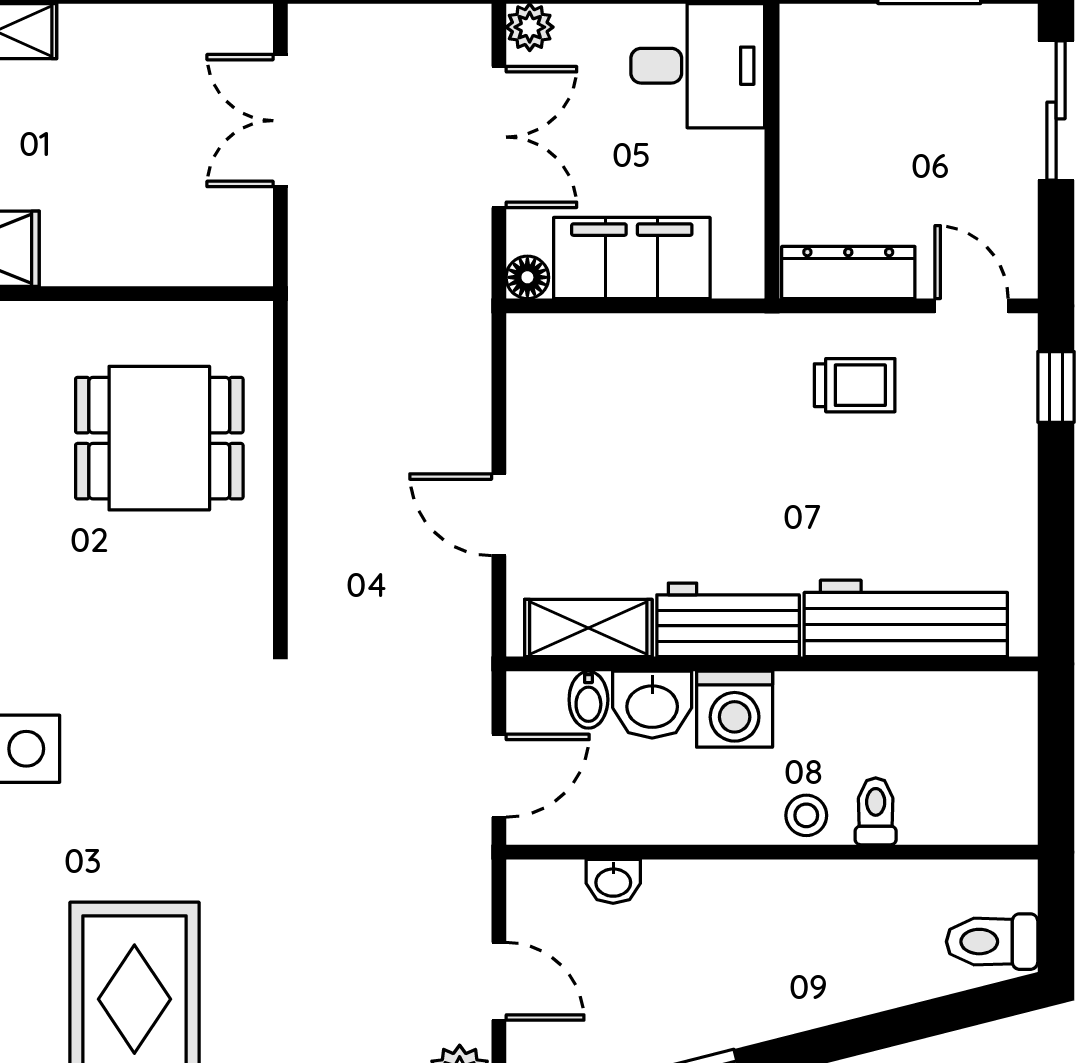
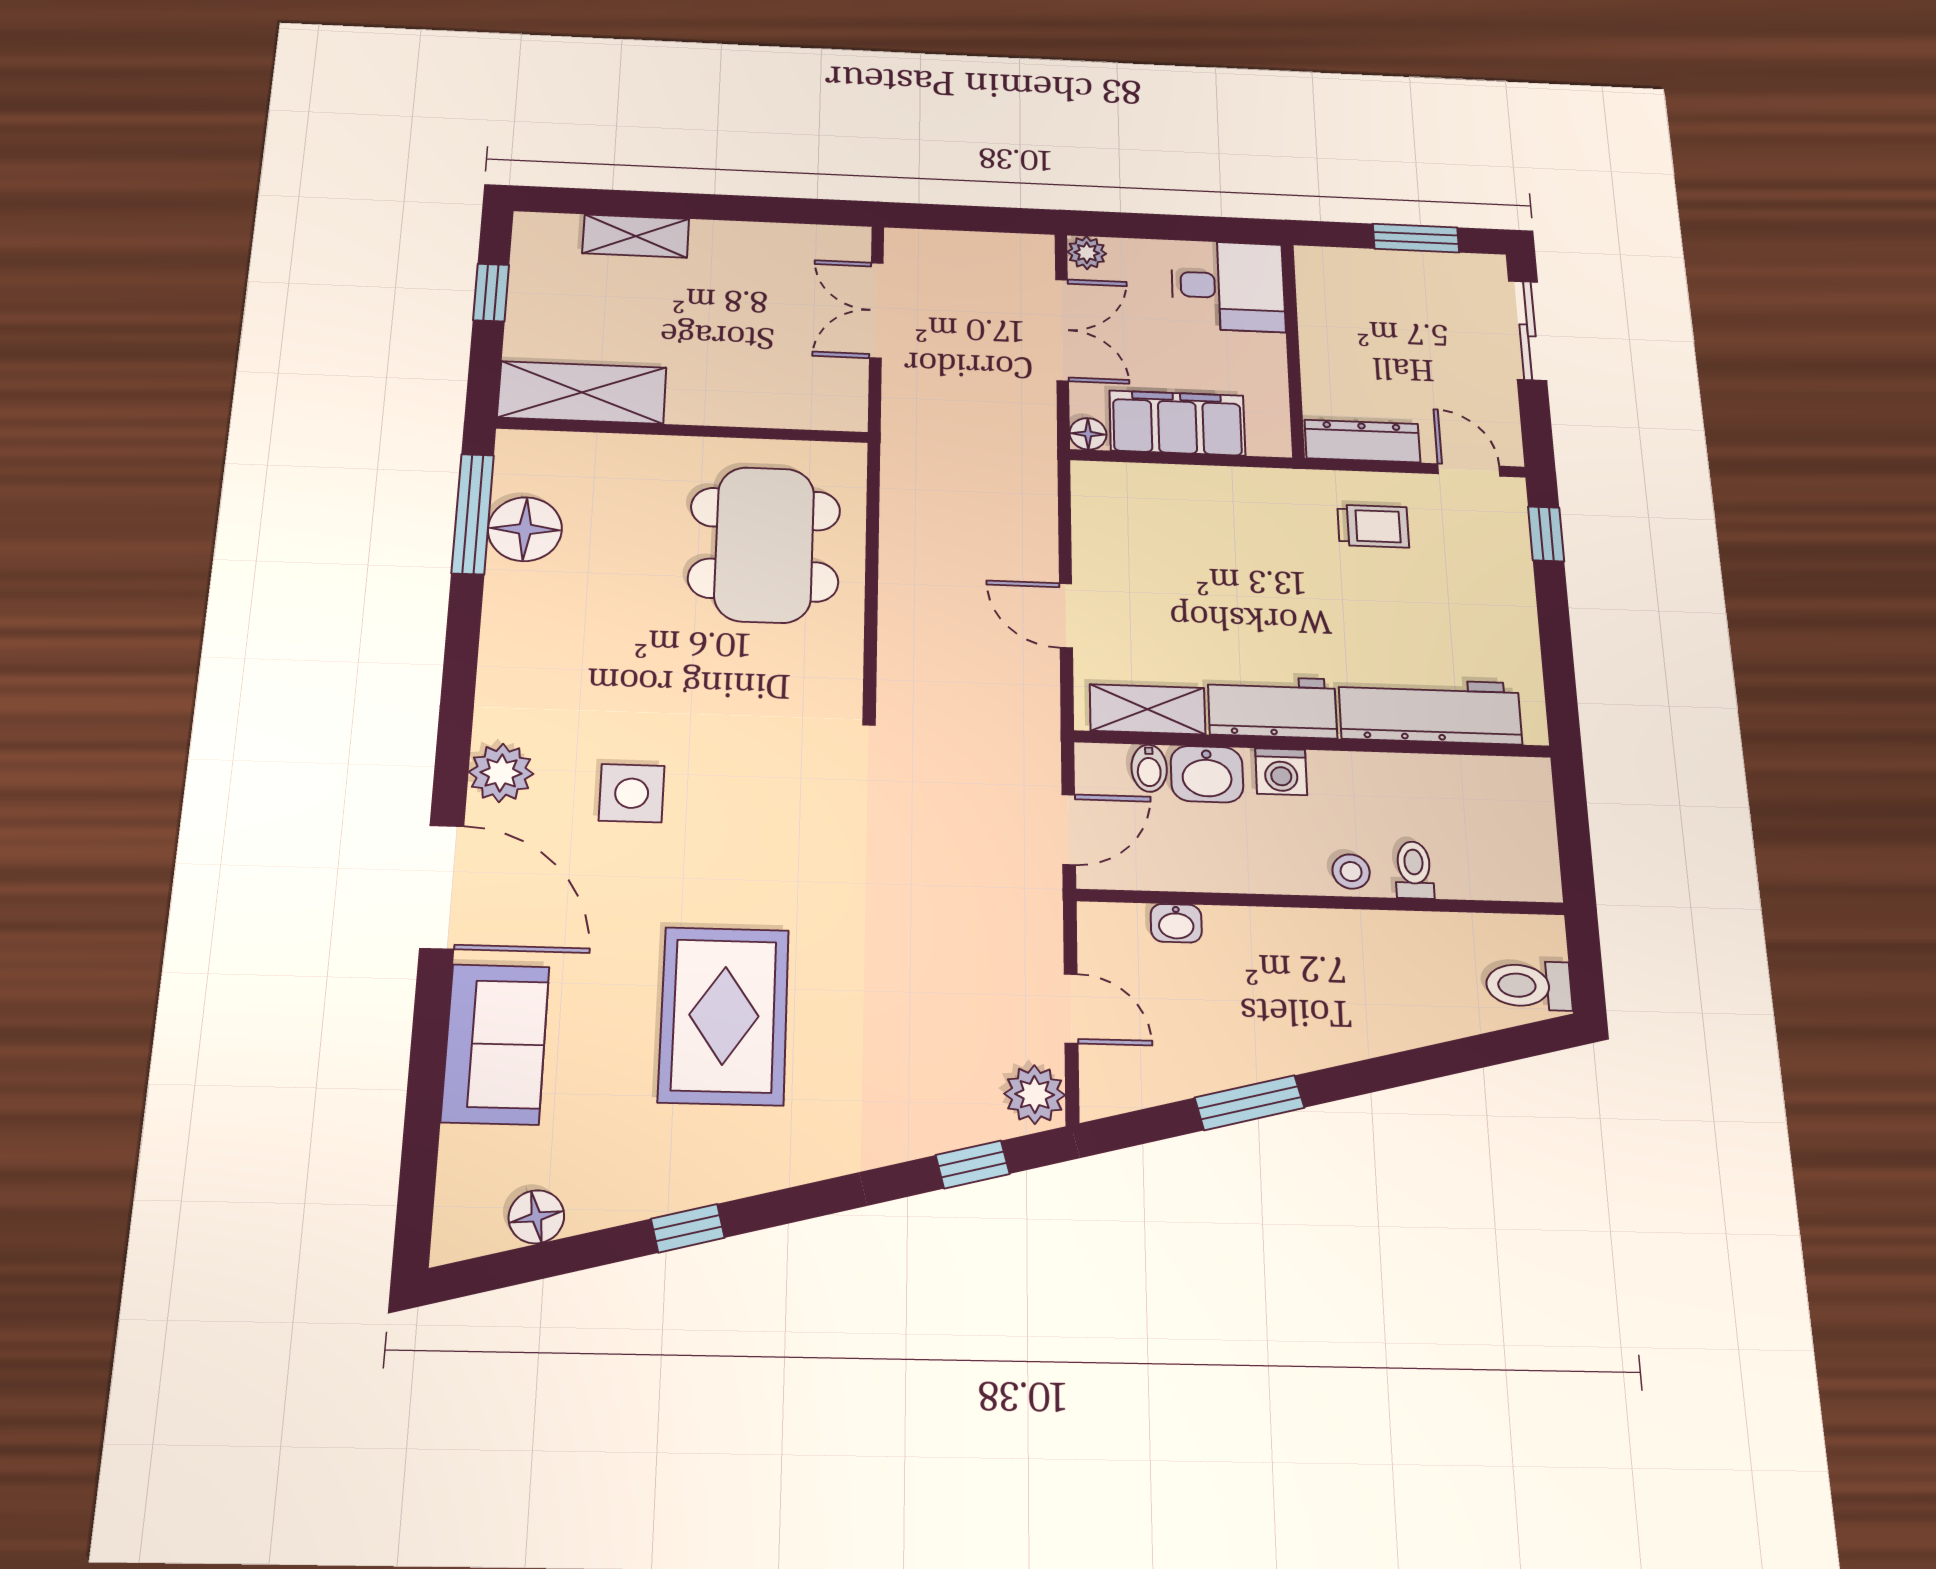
dining table: (159, 438) -> (764, 544), width x1.38
washing machine: (735, 709) -> (1281, 772), width x0.73, depth x0.73

